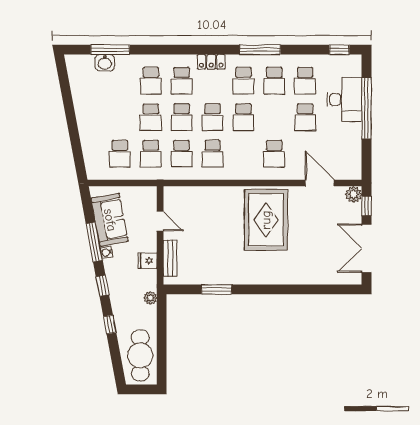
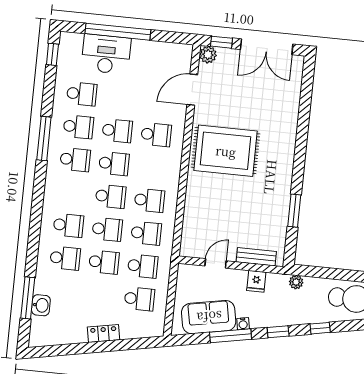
locker: (211, 62) -> (104, 333), moved, turned -101
school desk: (305, 117) -> (117, 131), moved

